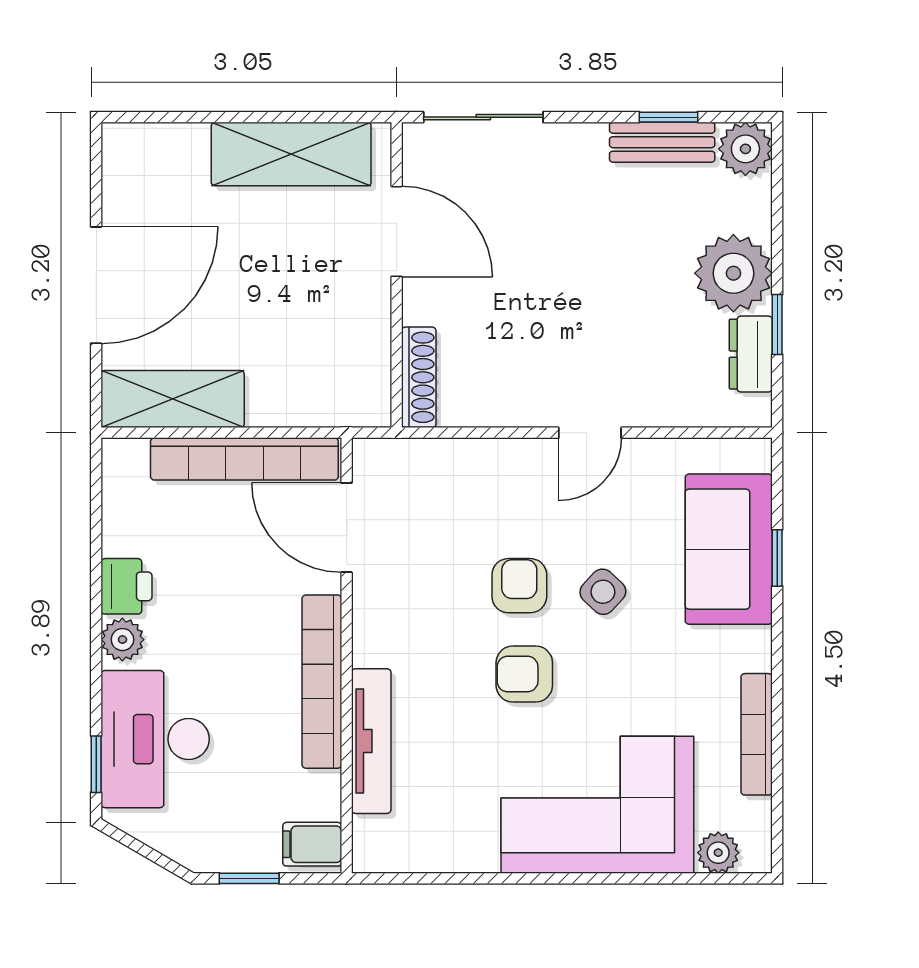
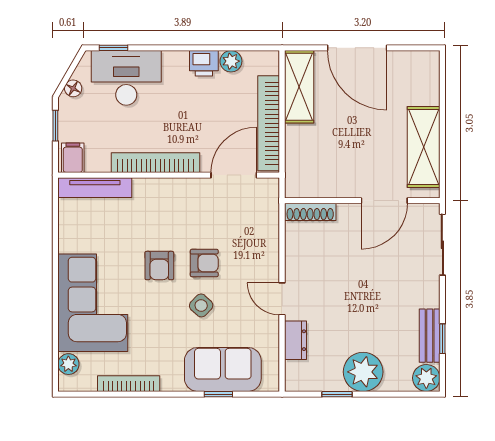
dresser: (751, 354) -> (295, 340), moved, turned 90
plant: (122, 640) -> (231, 61), moved
armchair: (524, 674) -> (159, 266), turned 180
tv unit: (371, 741) -> (95, 188), moved
floor lamp: (176, 843) -> (73, 88), added

